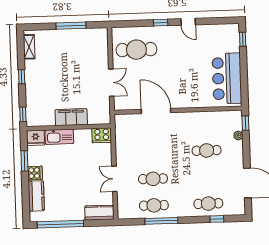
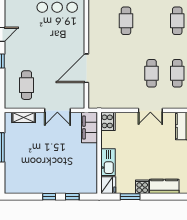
shelving: (29, 47) -> (24, 117), moved
cafe table: (136, 50) -> (27, 85), width x0.73, depth x0.74
double door: (111, 83) -> (57, 110), swing flipped
window: (23, 114) -> (72, 197), moved
filing cabinet: (71, 117) -> (89, 127), moved

